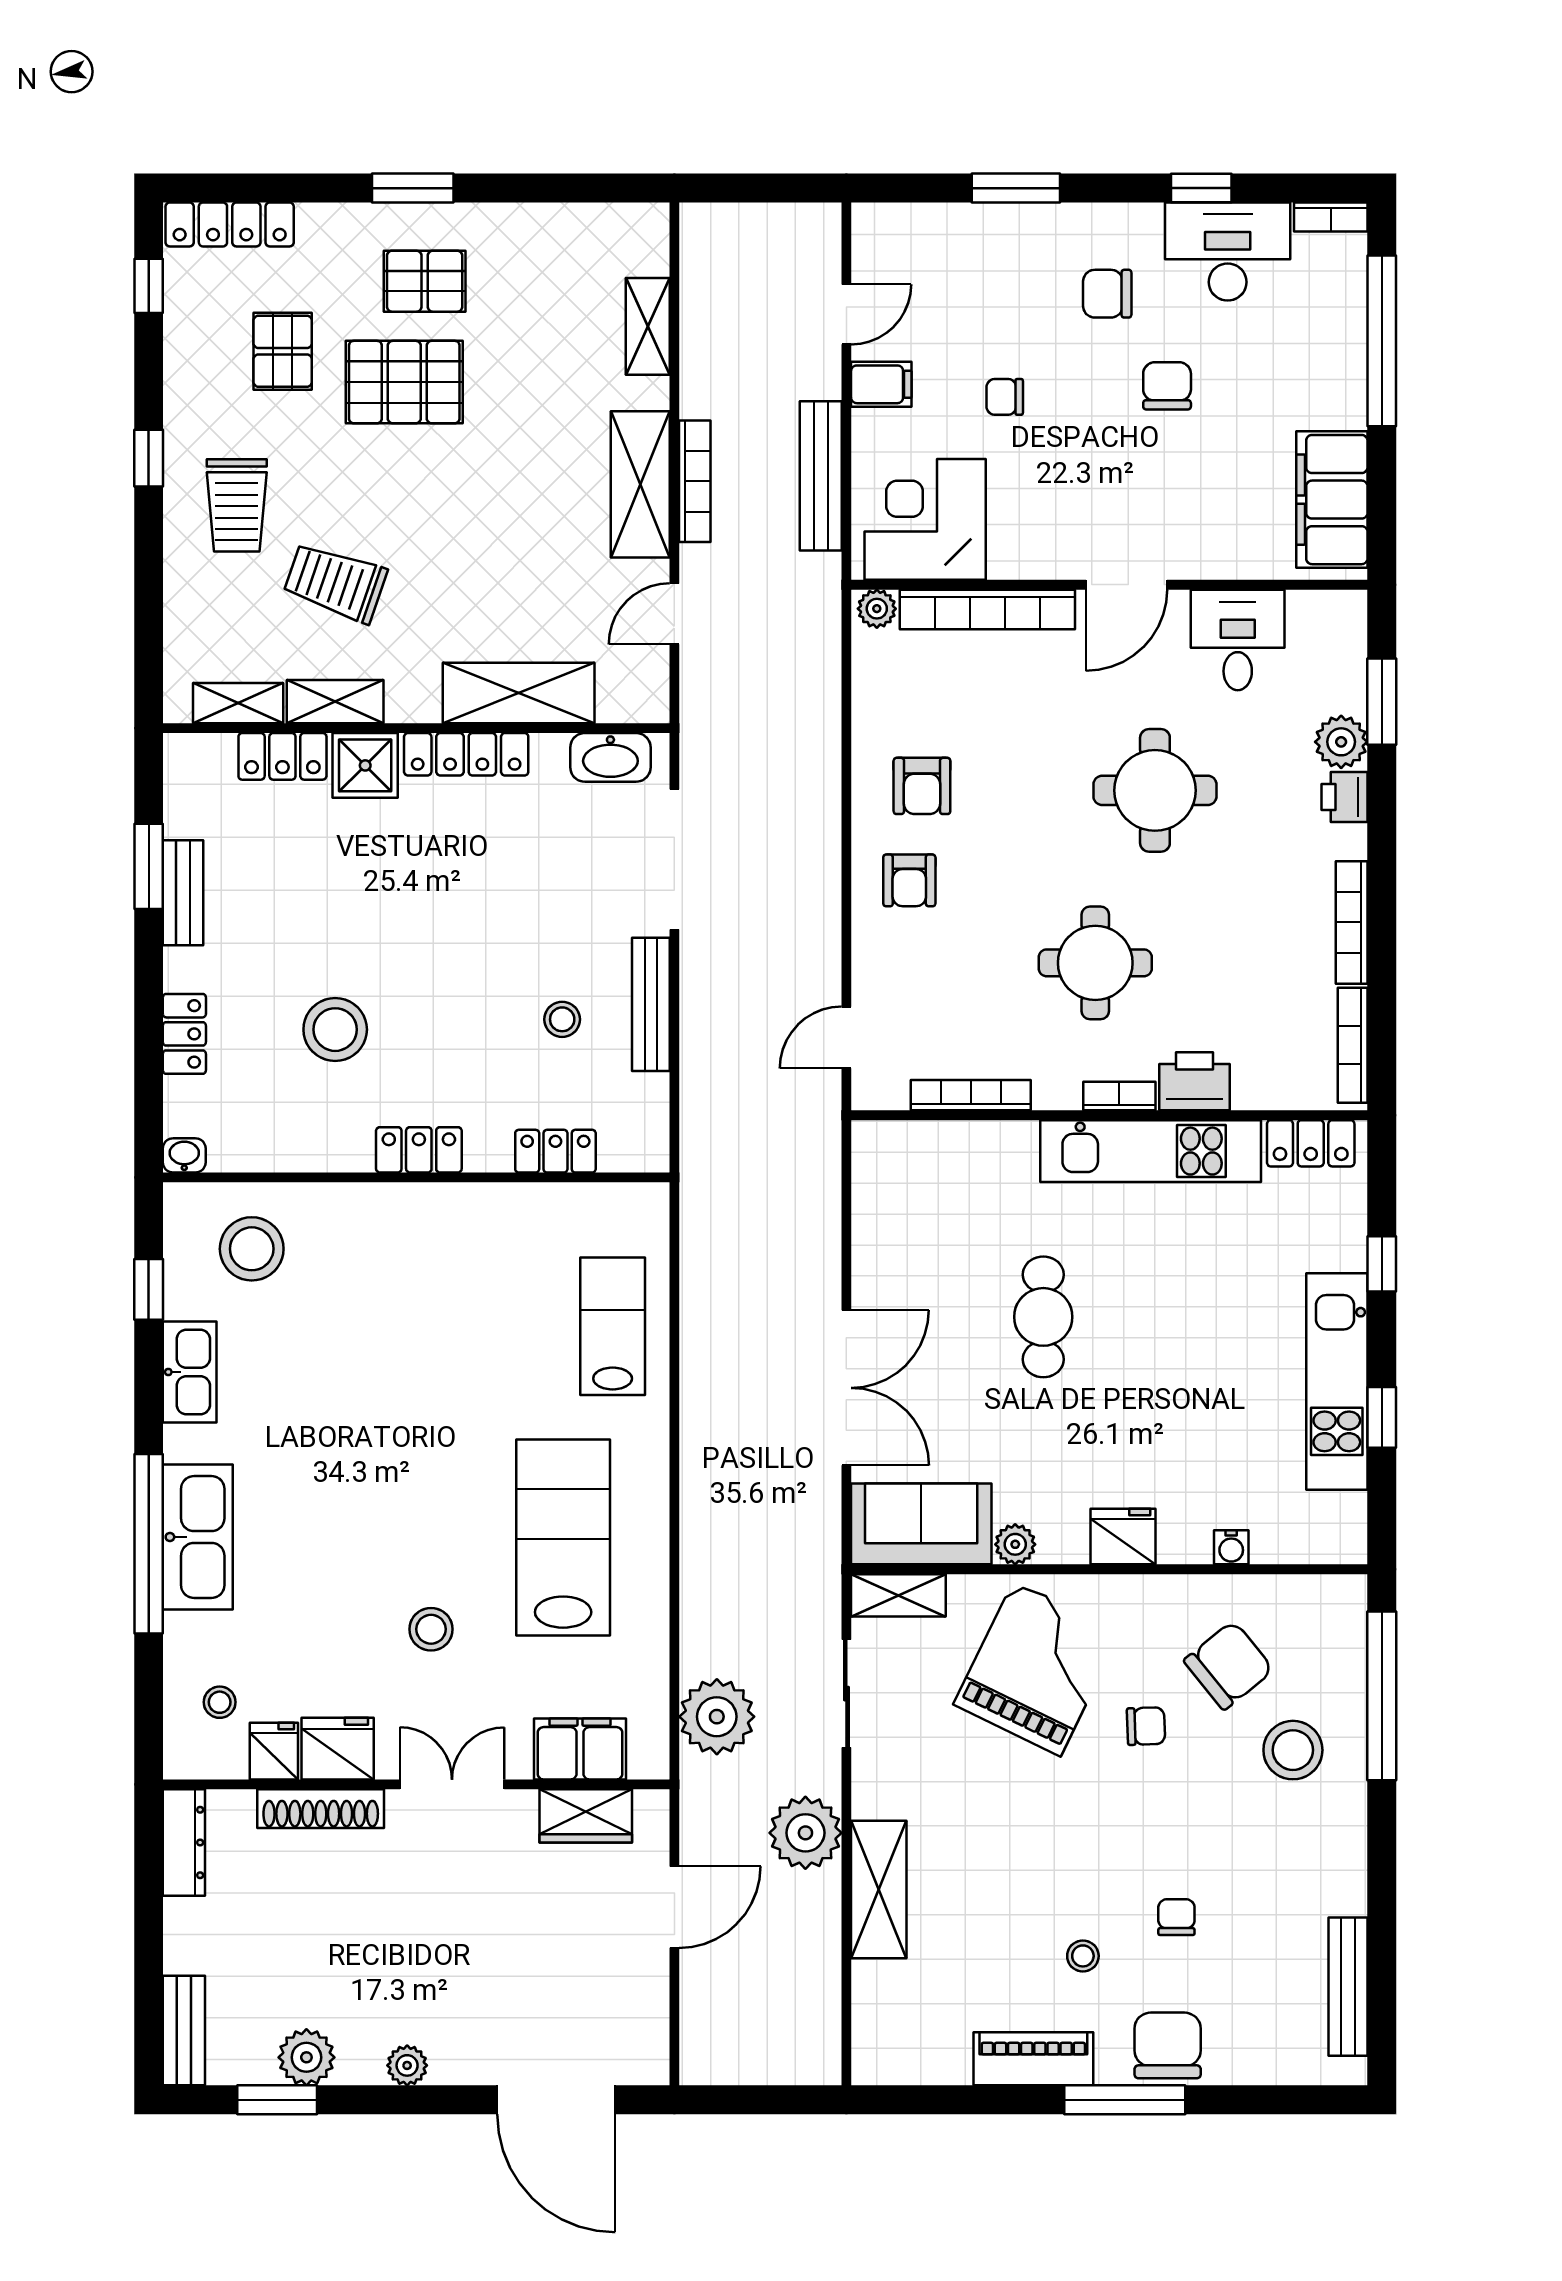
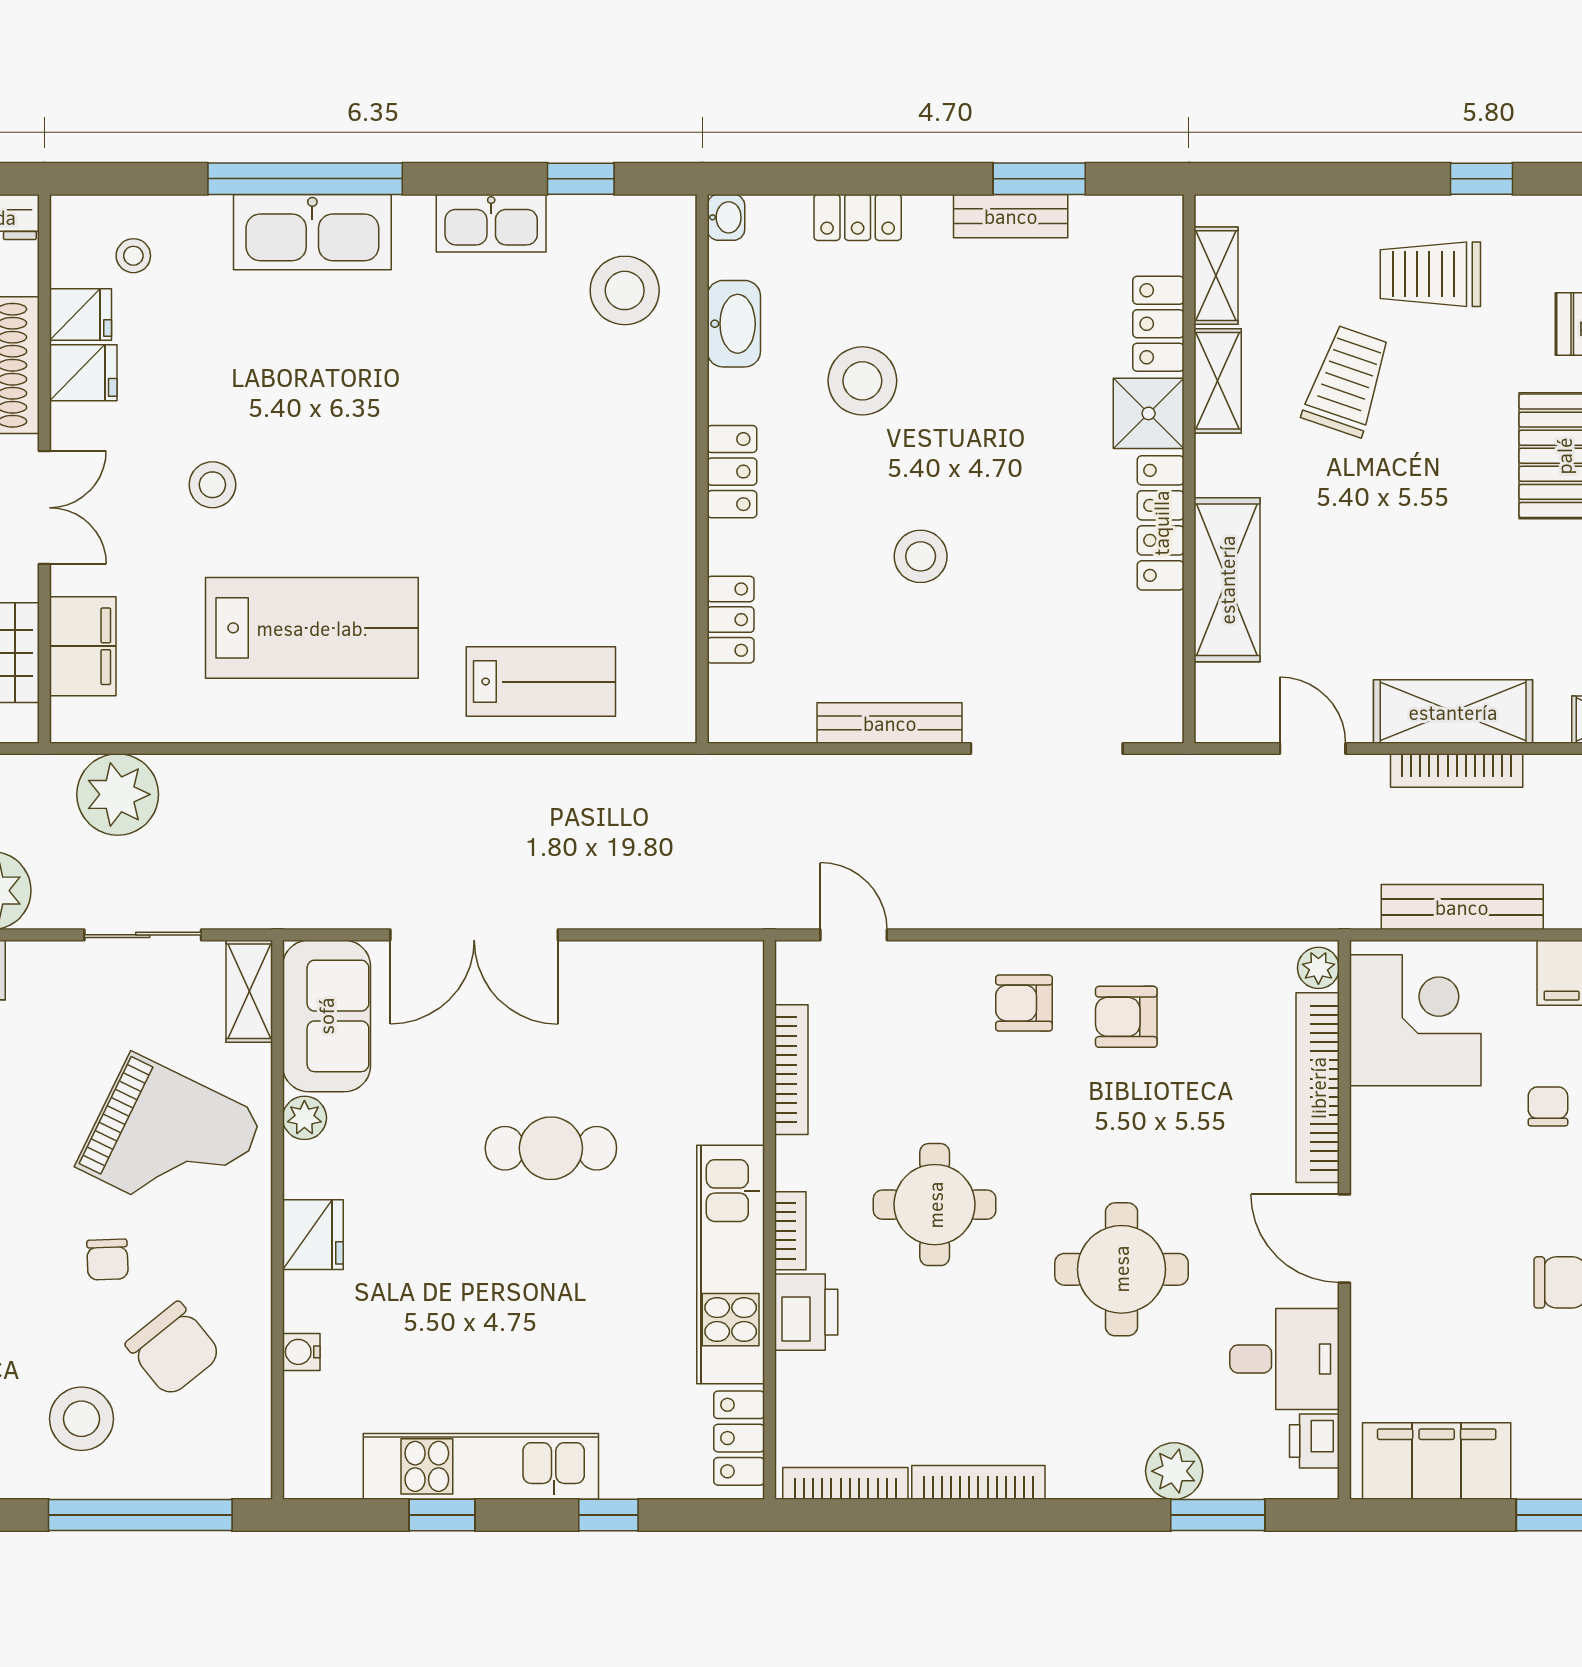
washbasin: (610, 757) -> (734, 324), moved, turned 180
printer: (1345, 797) -> (1314, 1441), moved, turned -90
stool: (562, 1019) -> (921, 556), moved, width x1.37, depth x1.37
fridge: (338, 1749) -> (83, 373), width x0.72

